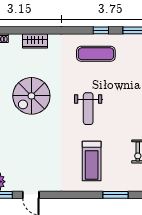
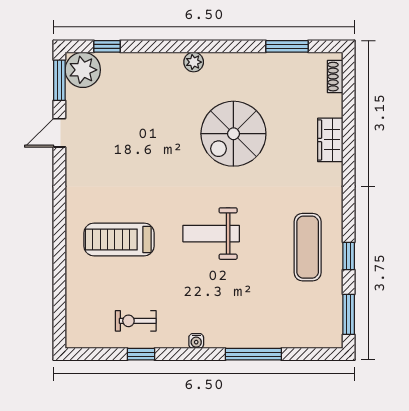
spiral stairs: (31, 96) -> (233, 134), turned -90
window: (115, 195) -> (59, 282), removed

